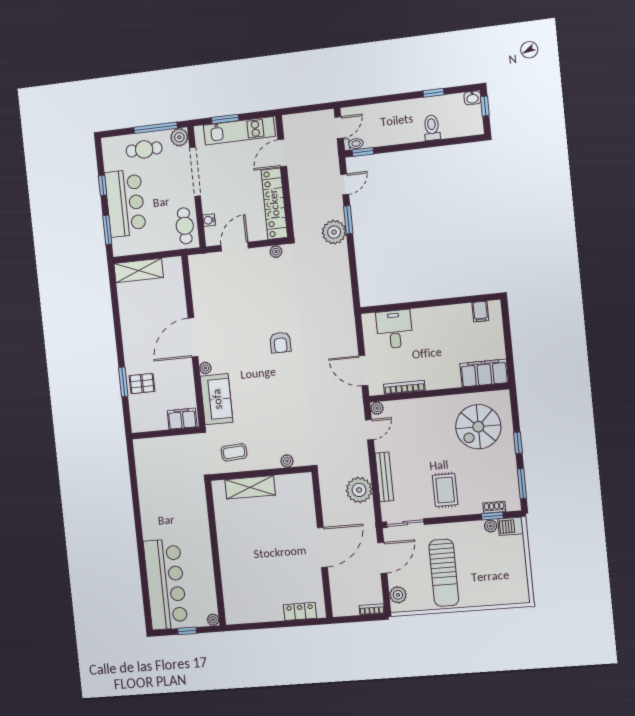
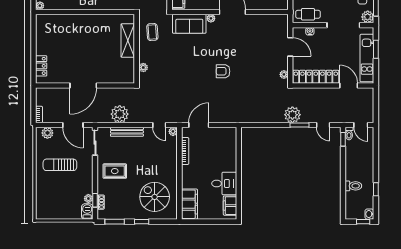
filing cabinet: (480, 311) -> (230, 206), width x2.00
desk: (394, 329) -> (224, 183), moved
door: (322, 547) -> (83, 85), hinge flipped
sun lounger: (444, 573) -> (60, 165), width x0.73, depth x0.75

